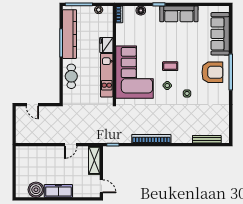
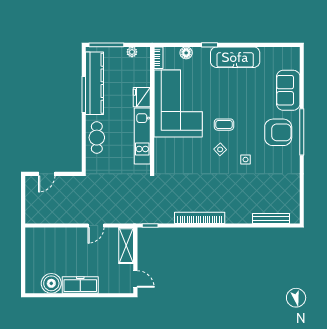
sofa: (220, 34) -> (288, 90), width x0.73
corner sofa: (135, 72) -> (178, 103), moved
door: (32, 105) -> (47, 174), hinge flipped

